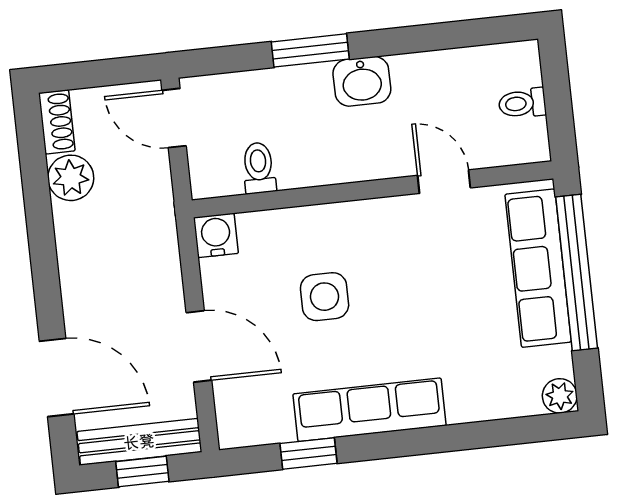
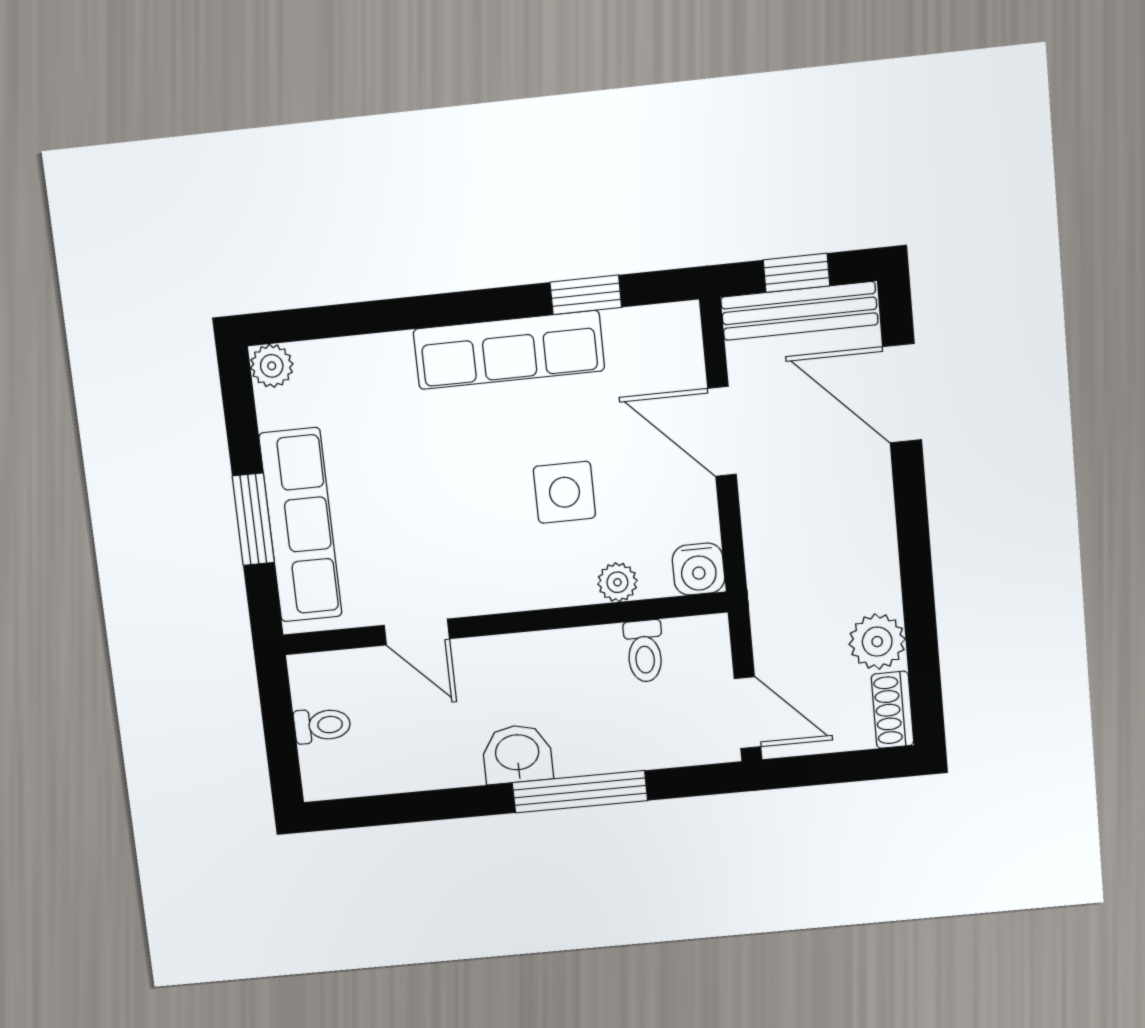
window: (310, 50) -> (580, 792), width x1.44
plant: (281, 224) -> (617, 582), added
window: (577, 272) -> (253, 519), width x0.47

